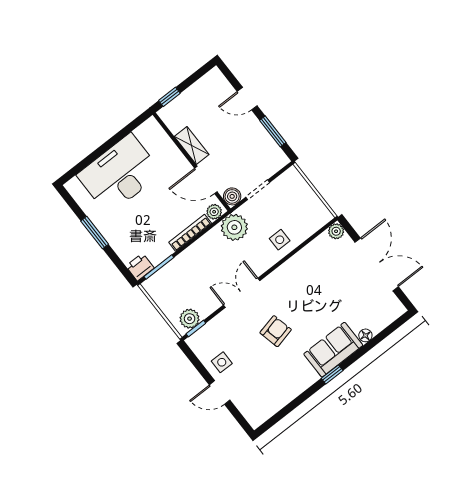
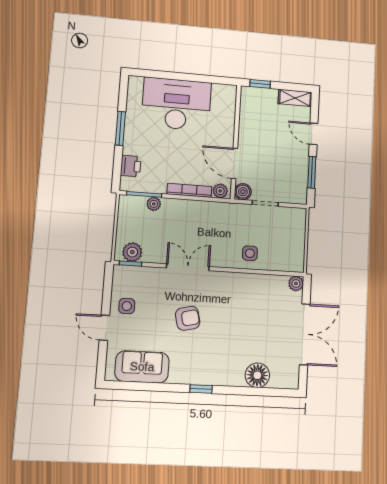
shelving: (192, 145) -> (295, 98), moved, turned 90
plant: (234, 227) -> (154, 204), moved, width x0.53, depth x0.53
printer: (140, 267) -> (131, 166), moved, turned 90
floor lamp: (365, 335) -> (257, 375), width x1.89, depth x1.89
sofa: (333, 350) -> (142, 367), moved

